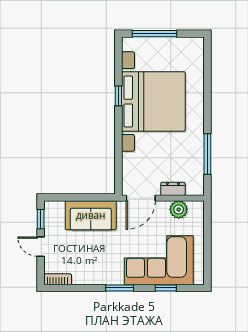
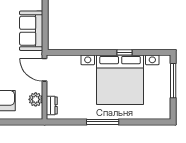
window: (207, 154) -> (103, 122), moved
dresser: (173, 189) -> (52, 106), moved

